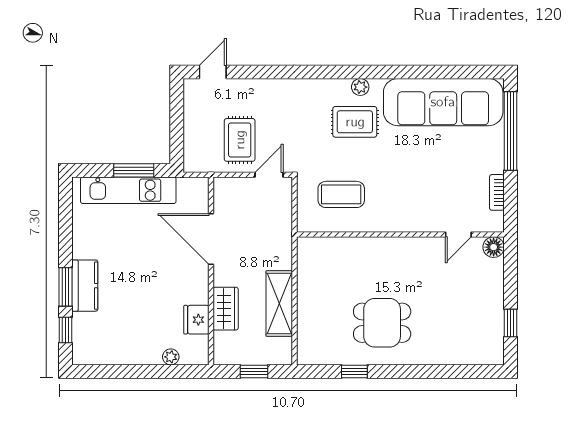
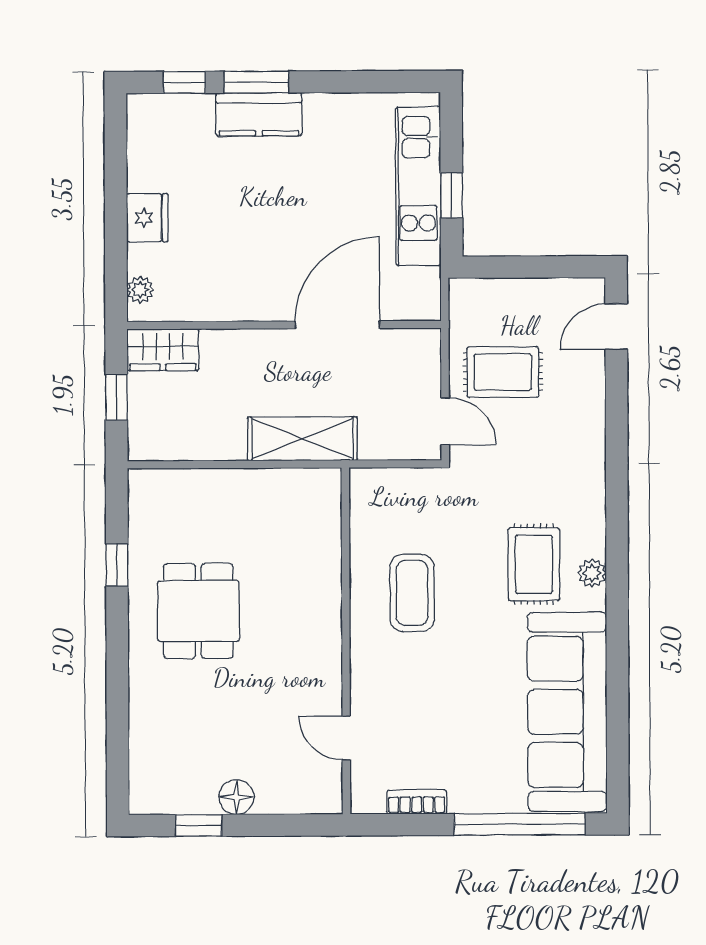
door: (213, 72) -> (616, 327), swing flipped
window: (134, 170) -> (451, 195), width x0.67
coffee table: (341, 194) -> (412, 593), moved
floor lamp: (494, 247) -> (236, 797), moved
shelving: (279, 303) -> (302, 439), moved
wardrobe: (226, 309) -> (163, 350), moved
fridge: (196, 320) -> (147, 218), moved, turned 90
plant: (171, 357) -> (140, 290), moved

